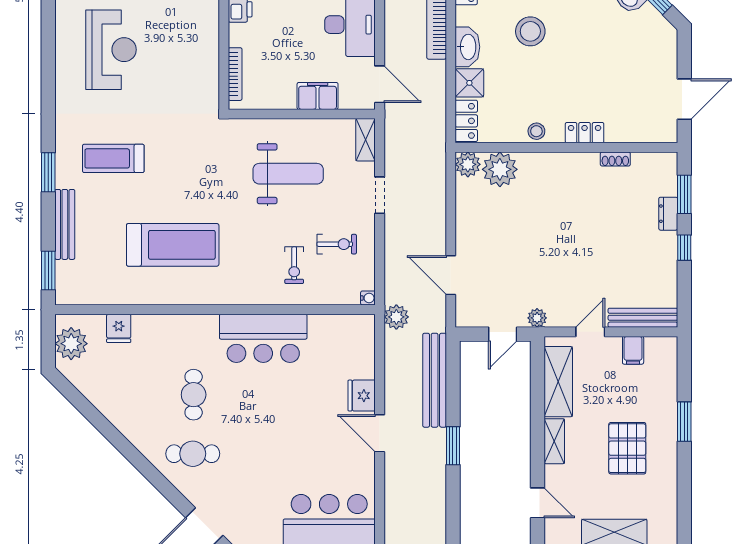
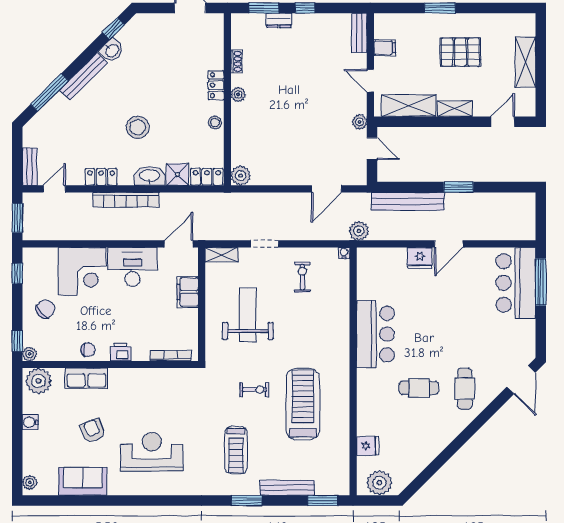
plant: (500, 169) -> (238, 94), moved, width x0.53, depth x0.53
exercise bike: (294, 265) -> (254, 390), moved
bench: (643, 318) -> (359, 33), width x0.73

